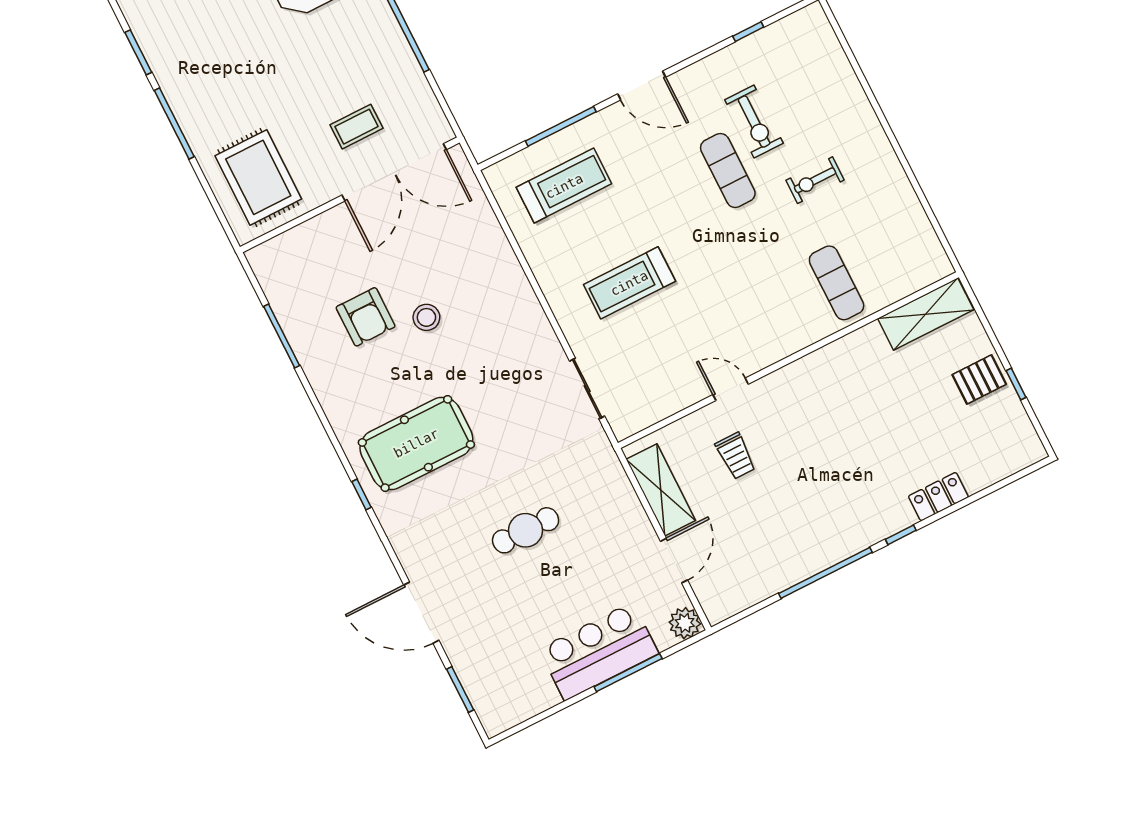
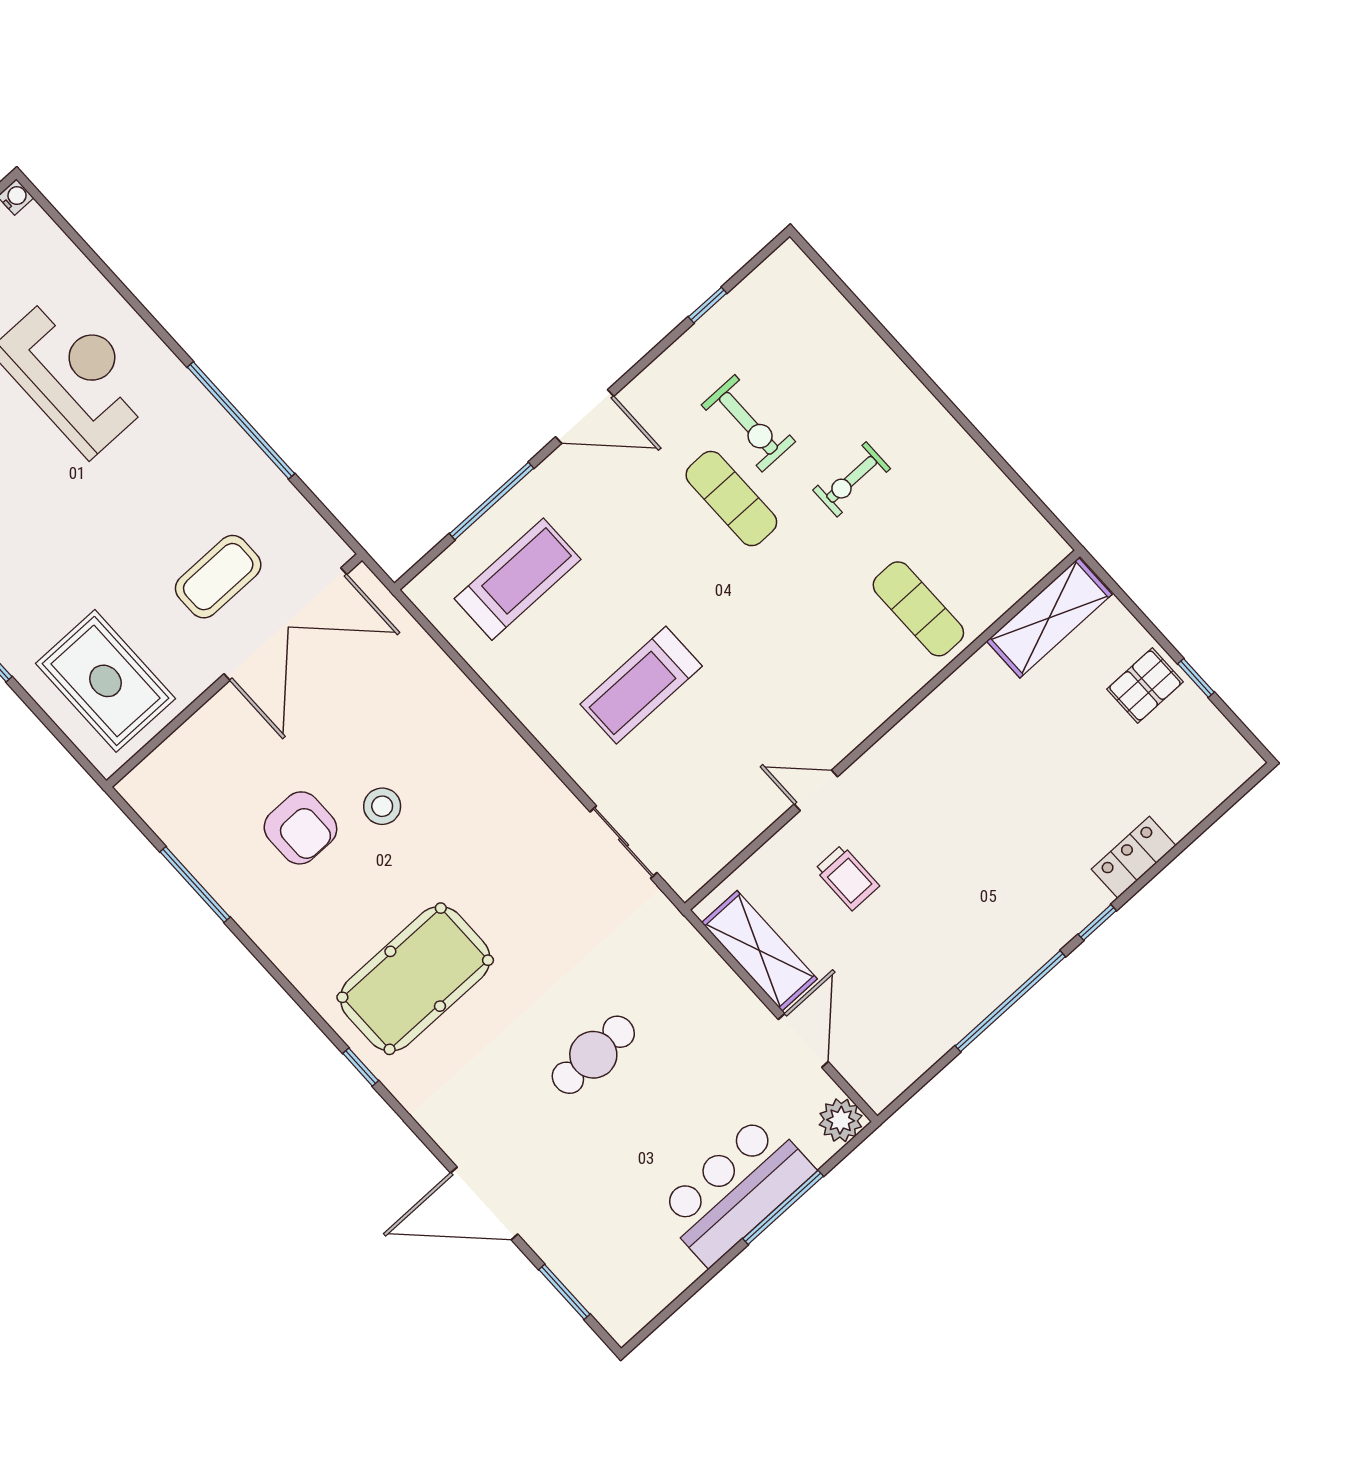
coffee table: (356, 127) -> (218, 577), width x1.36, depth x1.30

